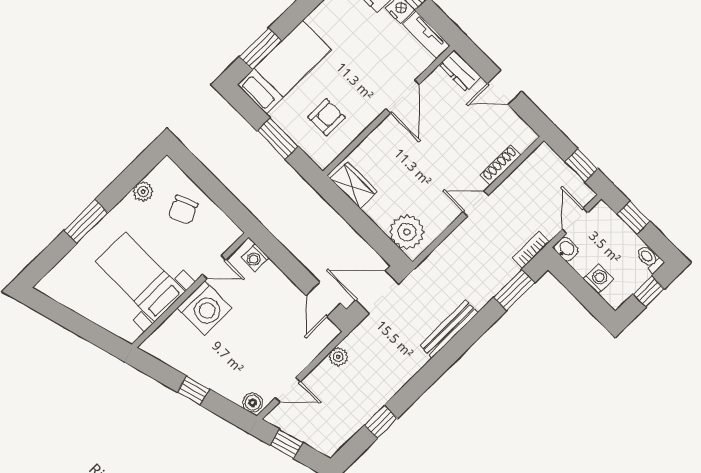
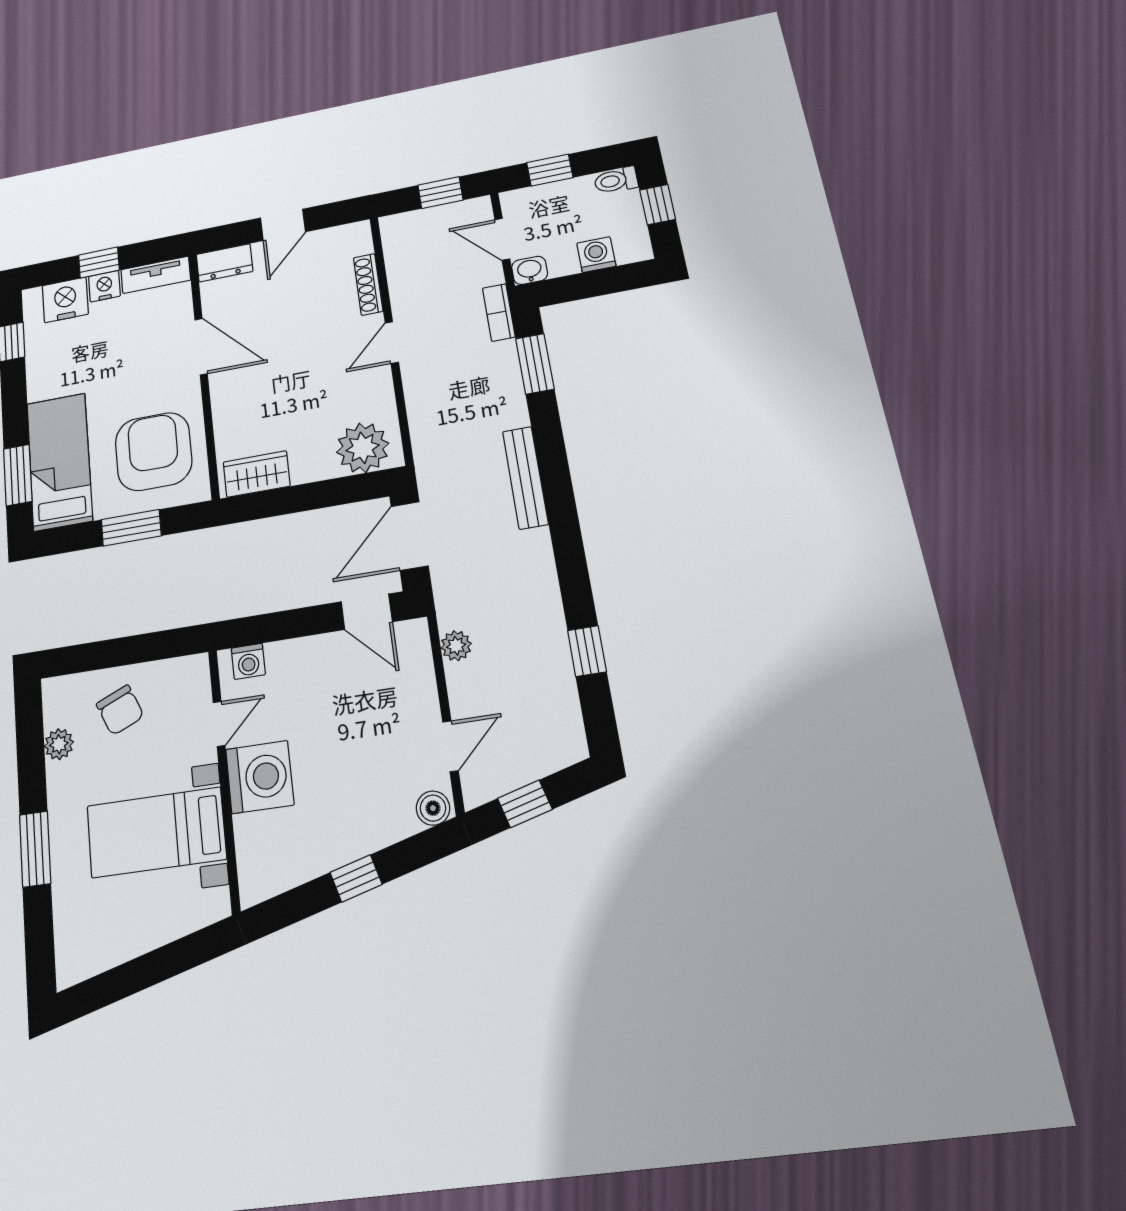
armchair: (326, 117) -> (153, 452), width x1.88, depth x1.88

